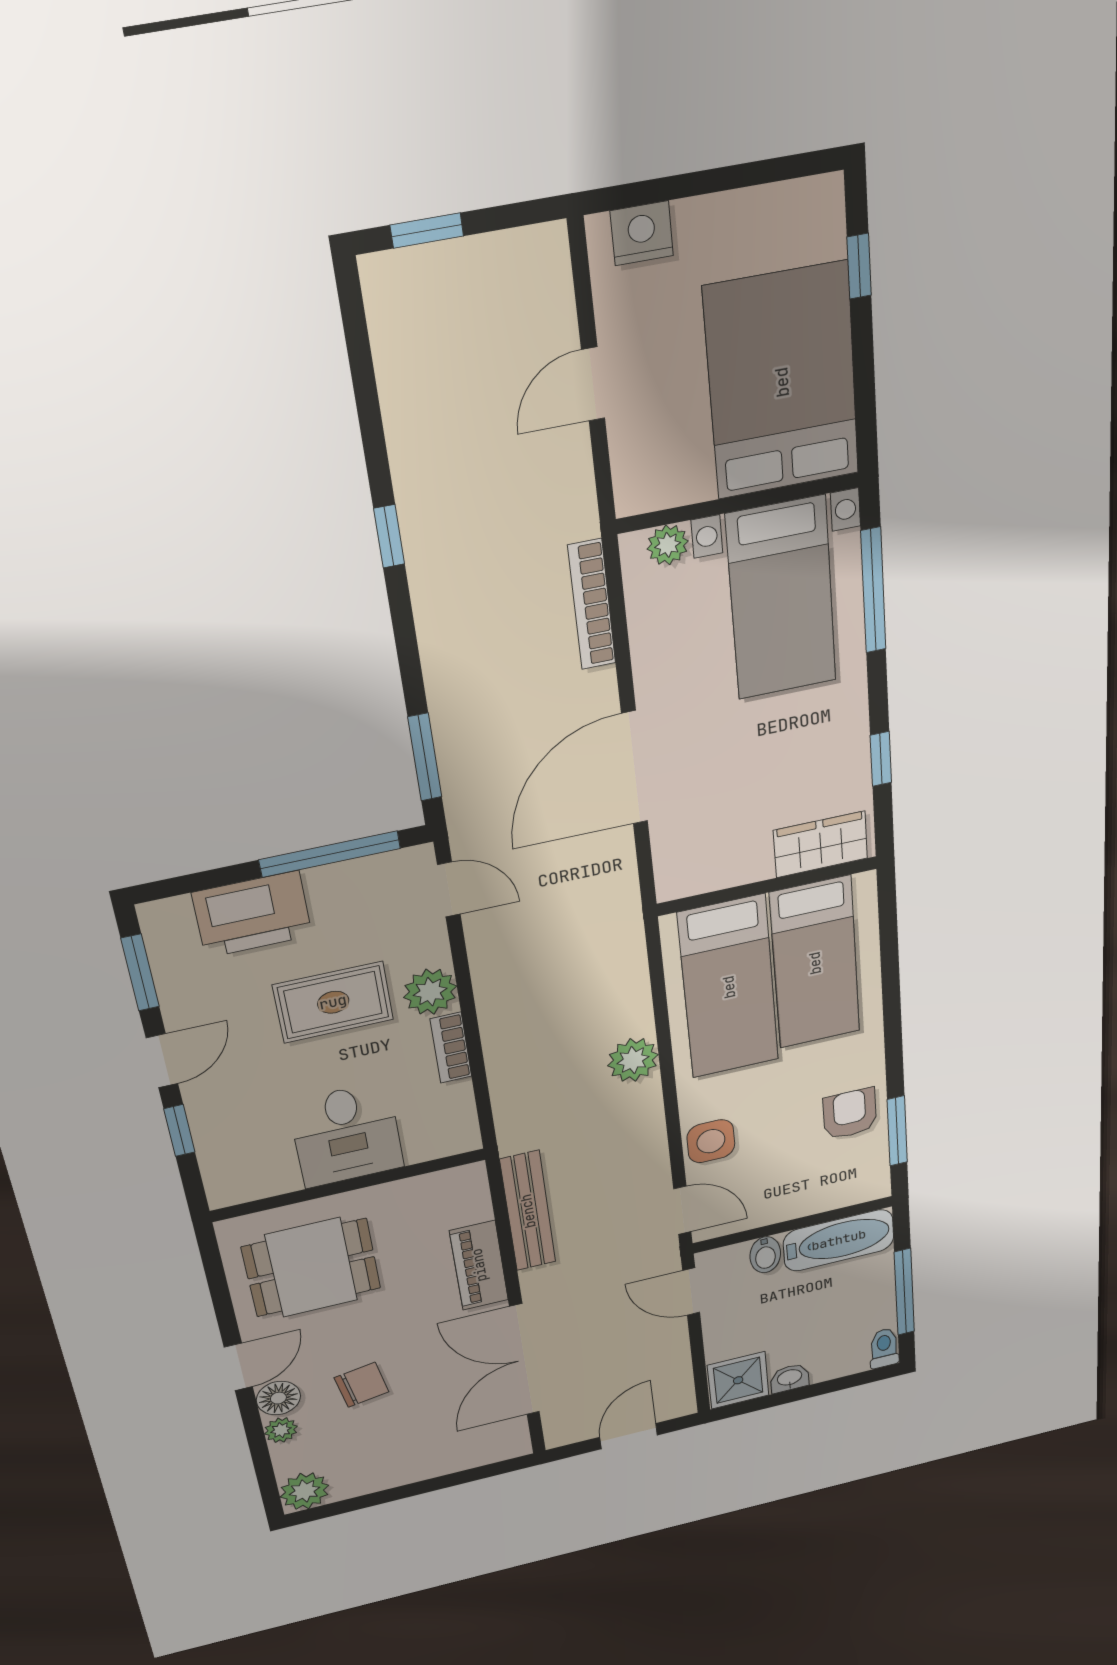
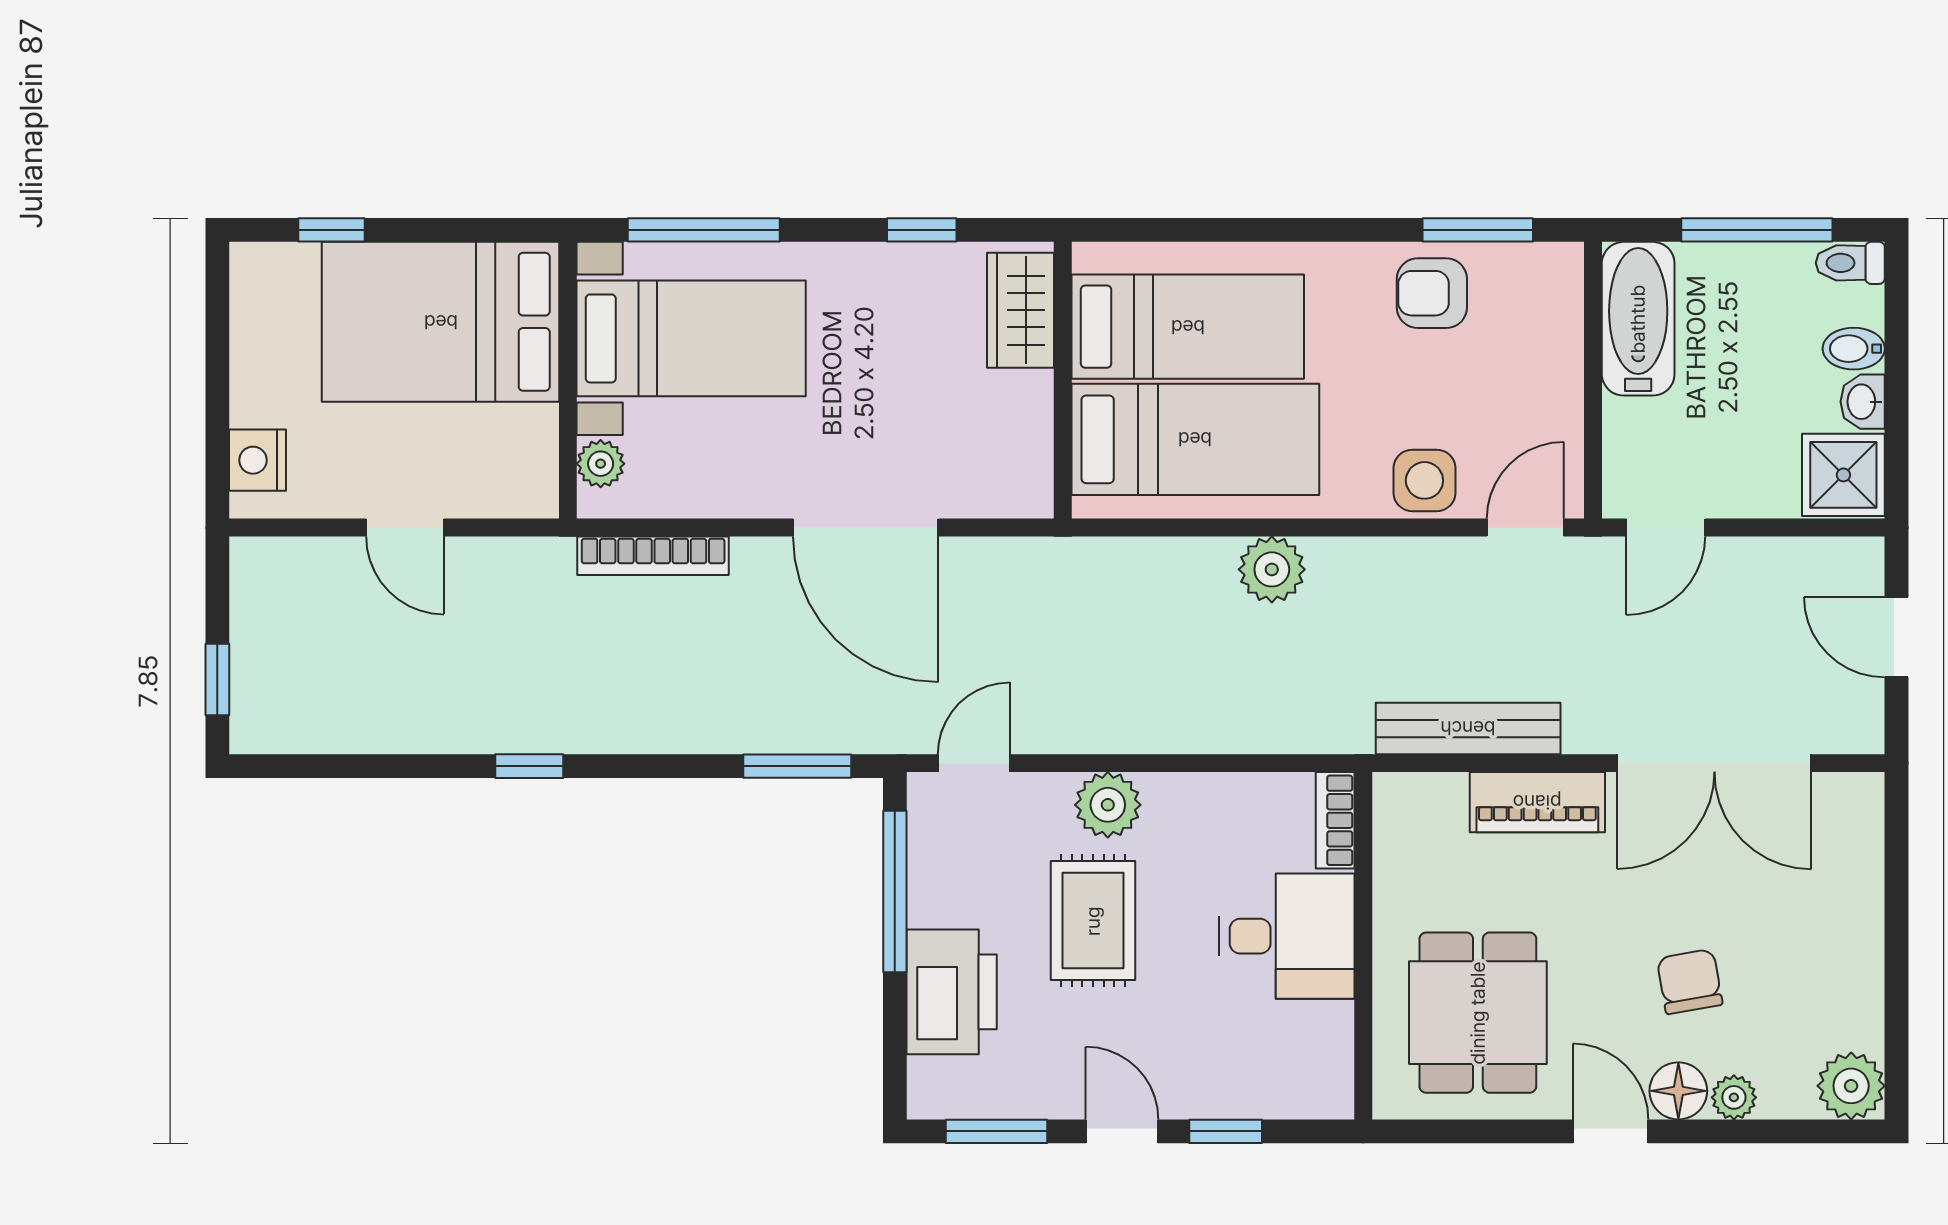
bookcase: (451, 1048) -> (1335, 820), moved, turned 90
bidet: (765, 1255) -> (1854, 349), moved, turned 180

